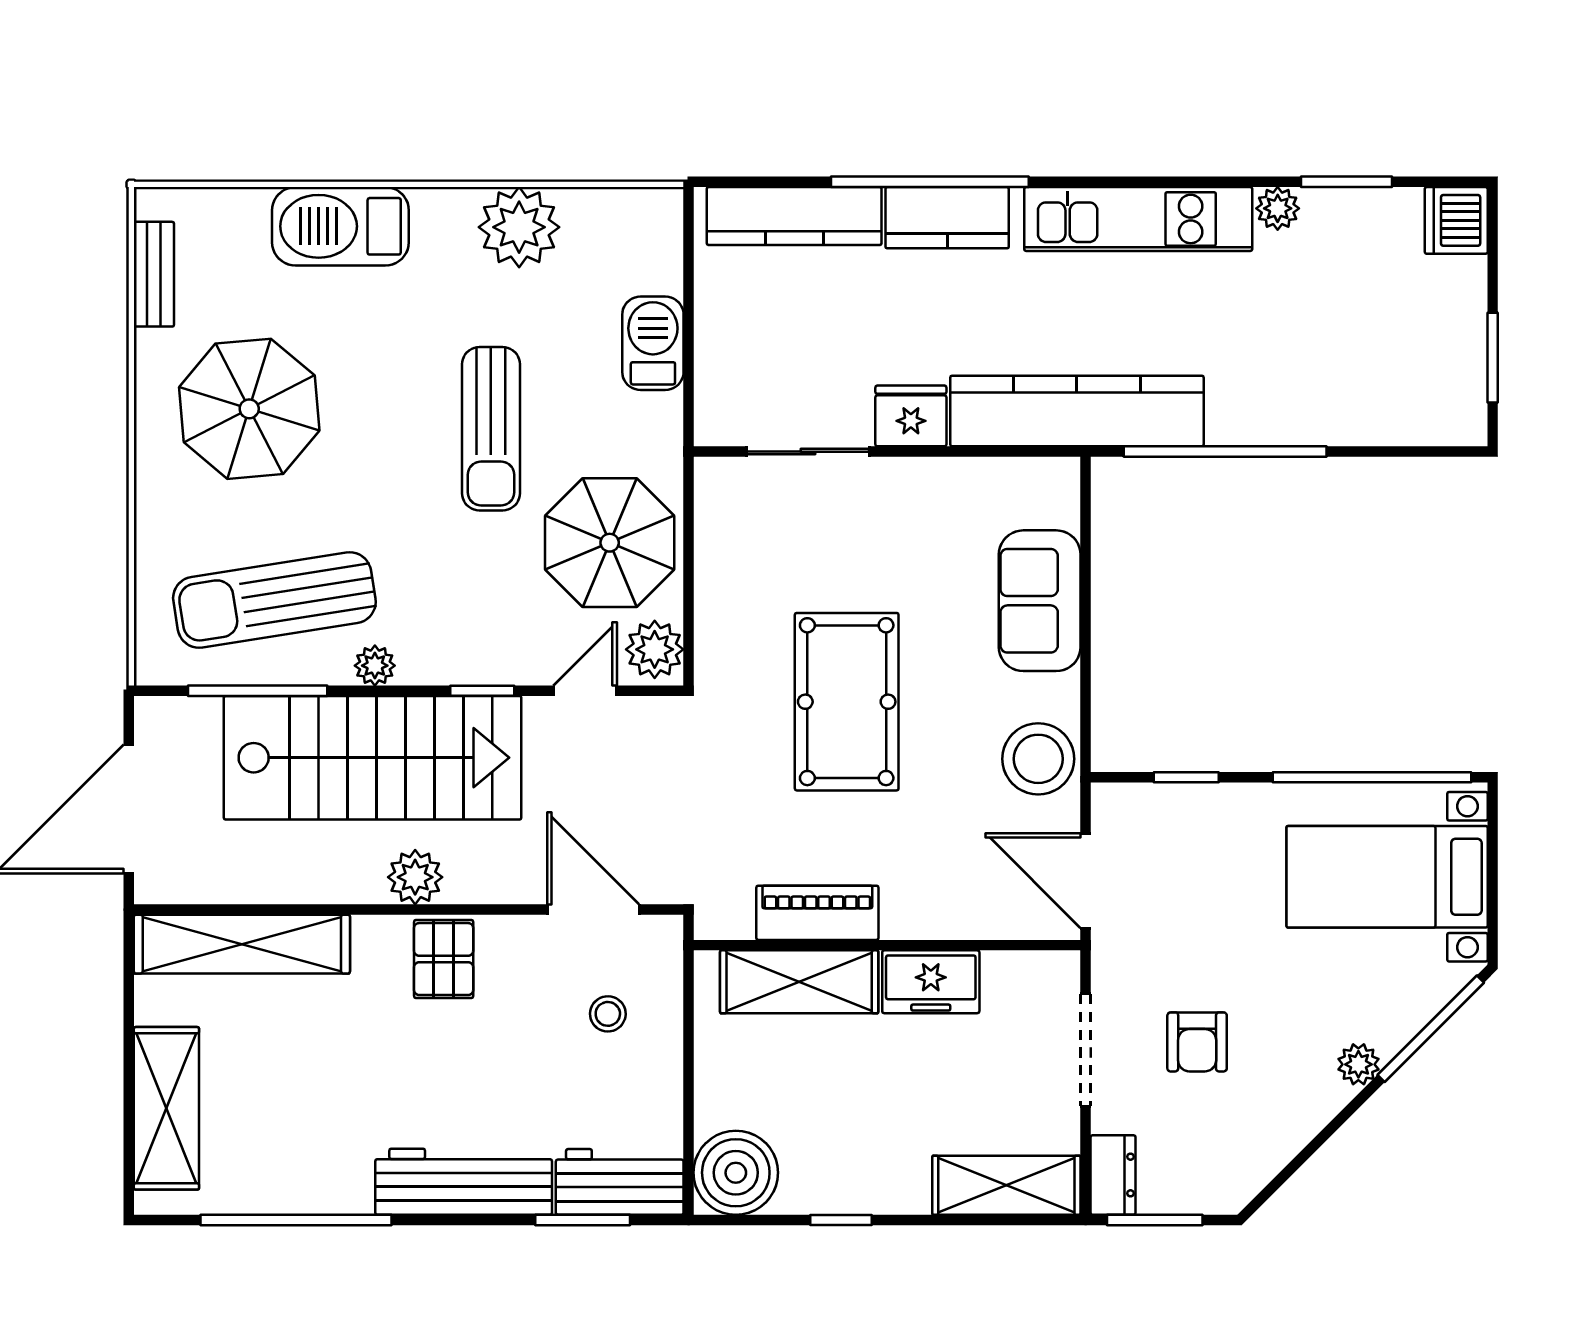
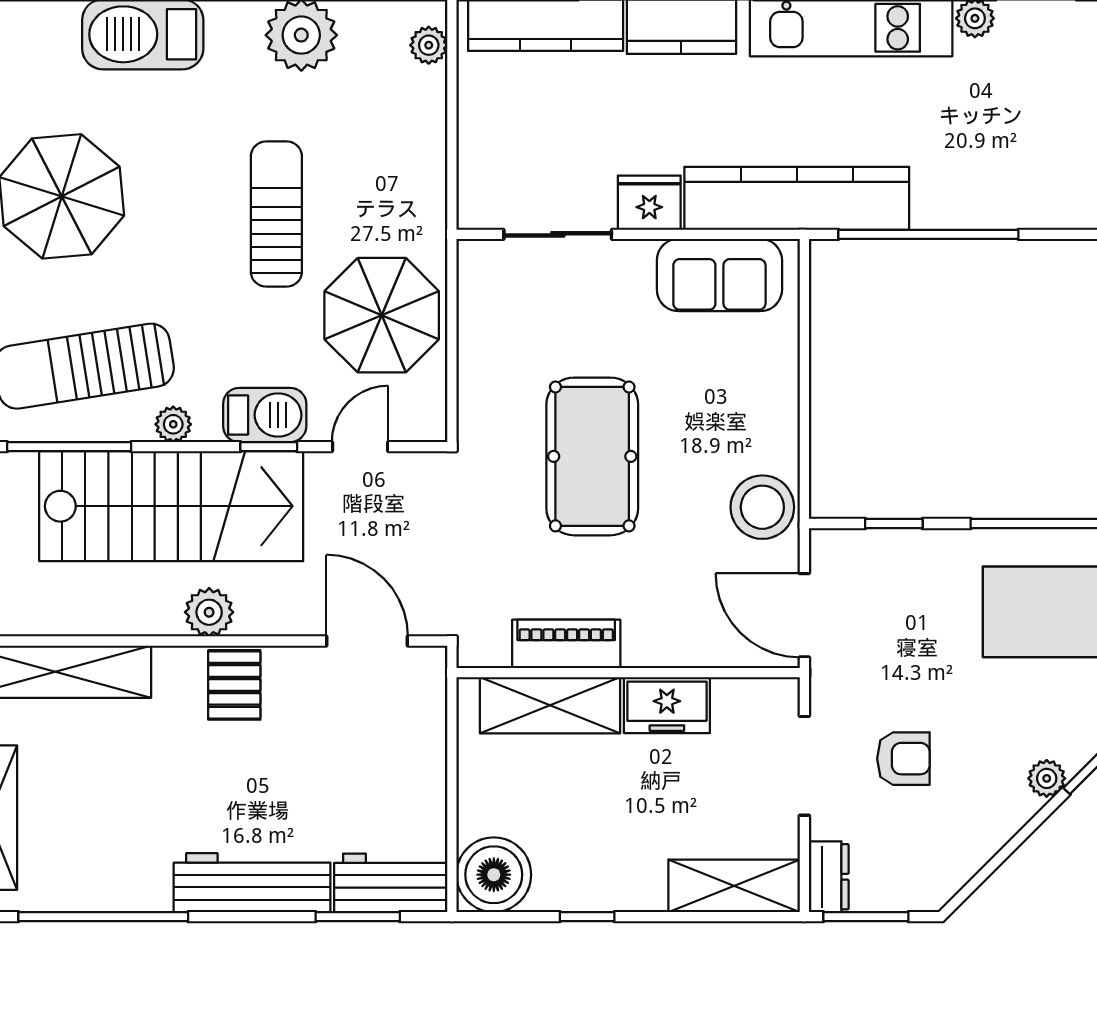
barbecue: (653, 343) -> (265, 415), moved, turned 90
sun lounger: (491, 429) -> (276, 214), turned 180
sofa: (1040, 601) -> (719, 275), moved, turned -90
plant: (655, 649) -> (429, 45), moved, width x0.73, depth x0.73
stool: (608, 1014) -> (380, 734), removed
armchair: (1197, 1042) -> (903, 759), turned -90

